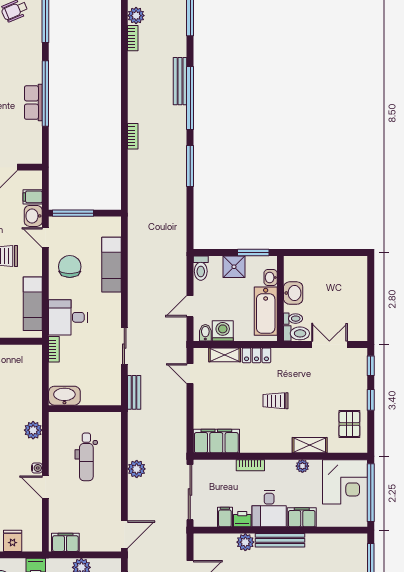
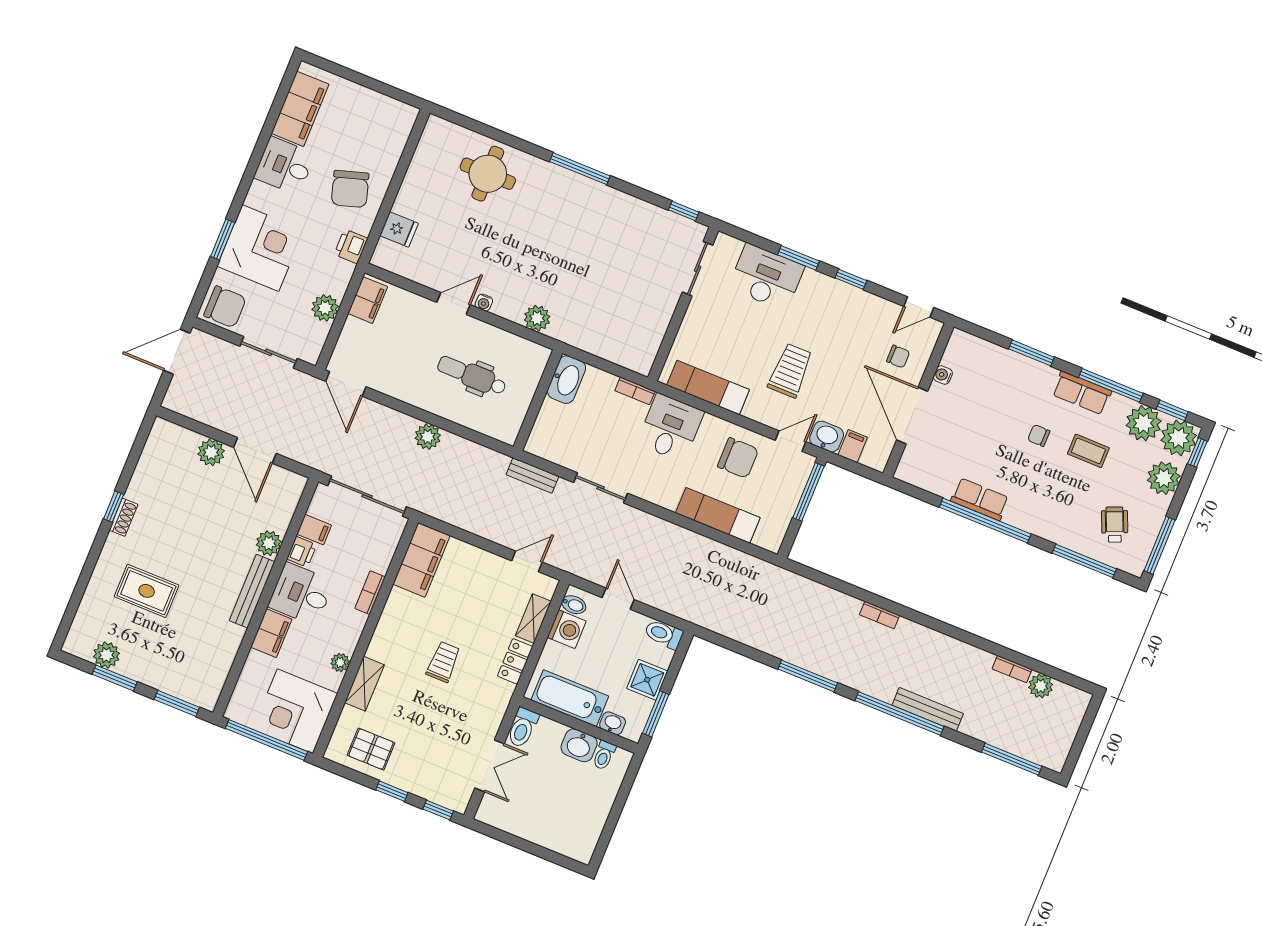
toilet: (293, 319) -> (604, 755), moved

